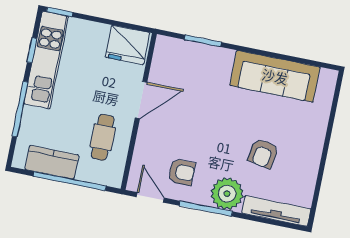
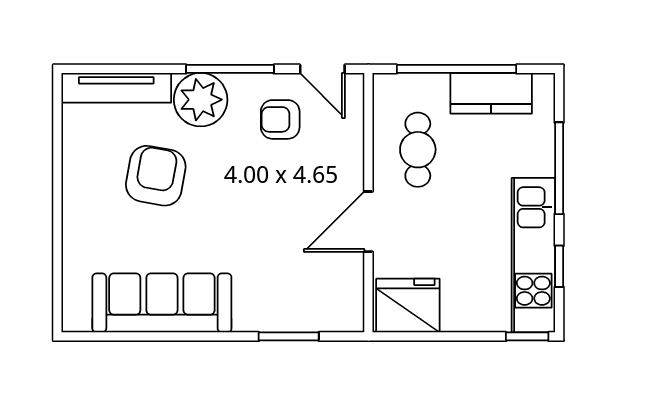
armchair: (263, 153) -> (156, 176), width x1.38, depth x1.38

